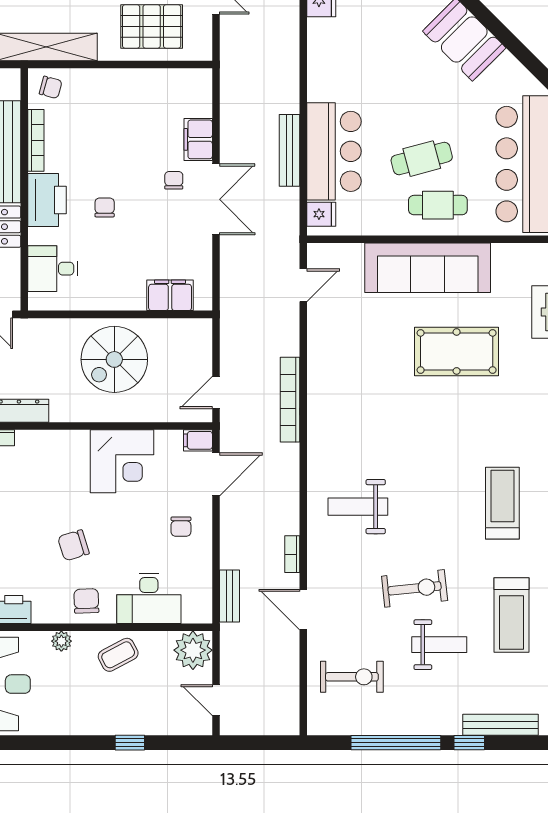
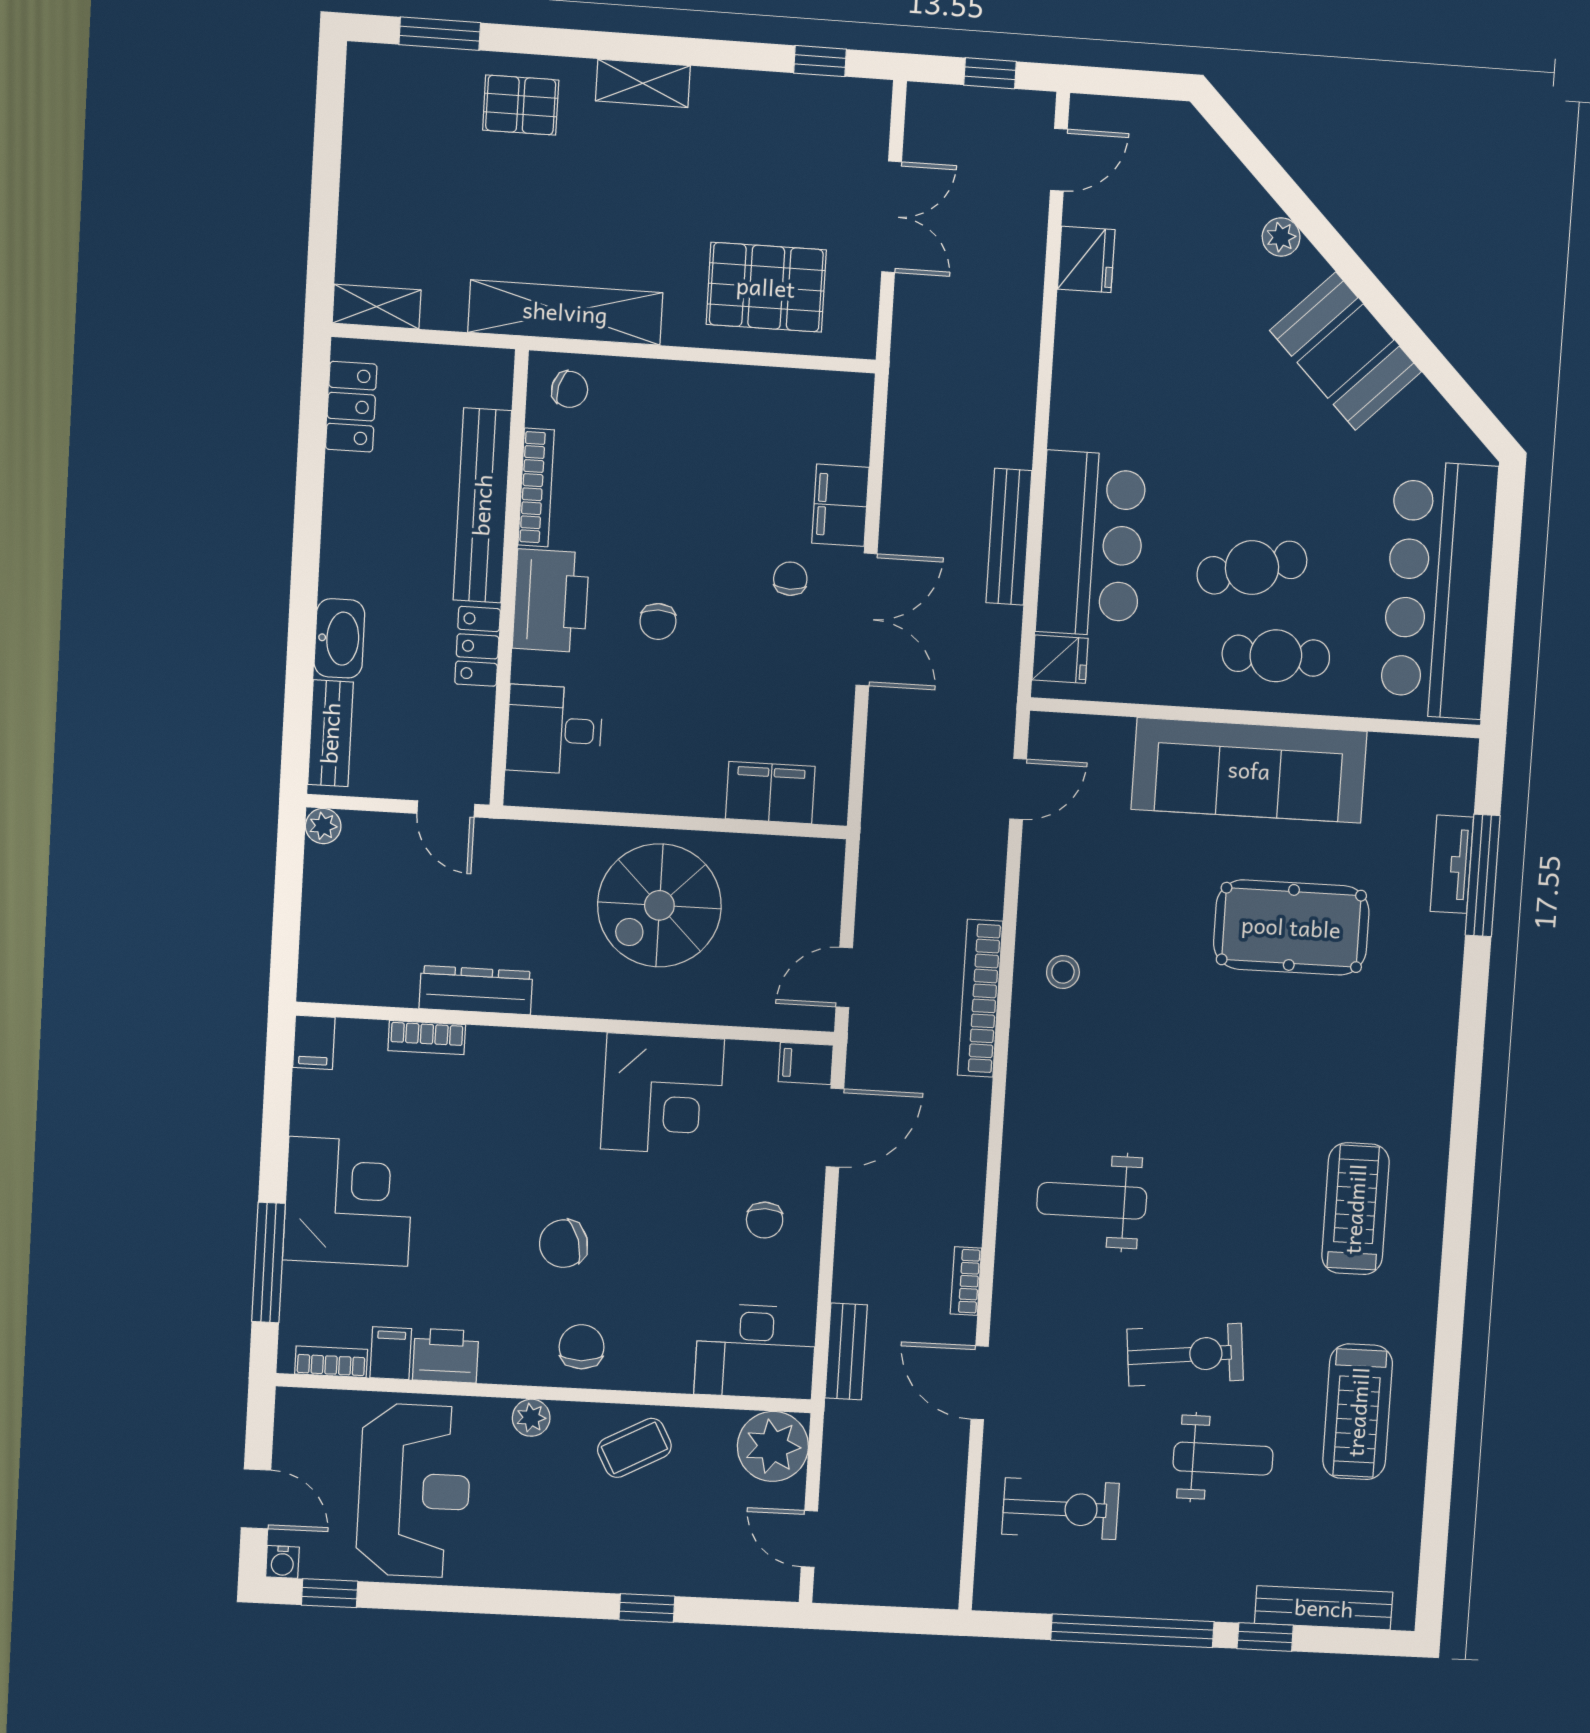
chair: (105, 207) -> (658, 621), turned 180
stool: (334, 383) -> (1063, 972), added
desk: (149, 599) -> (755, 1351), moved

